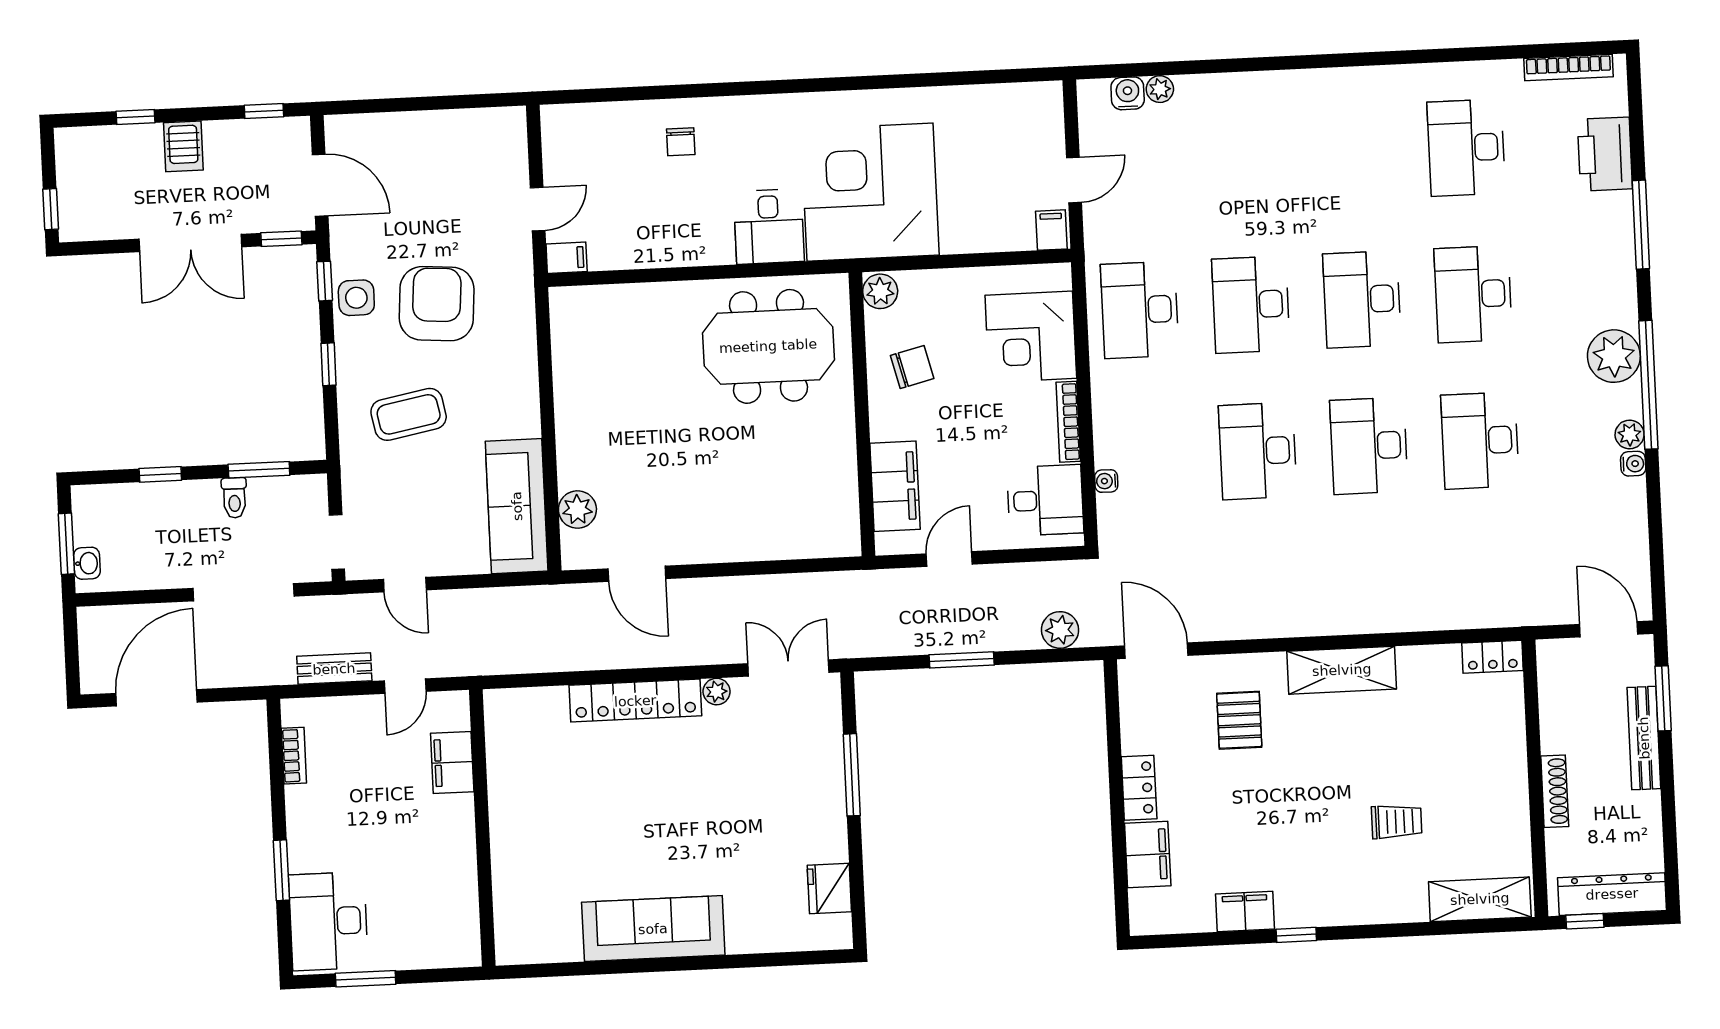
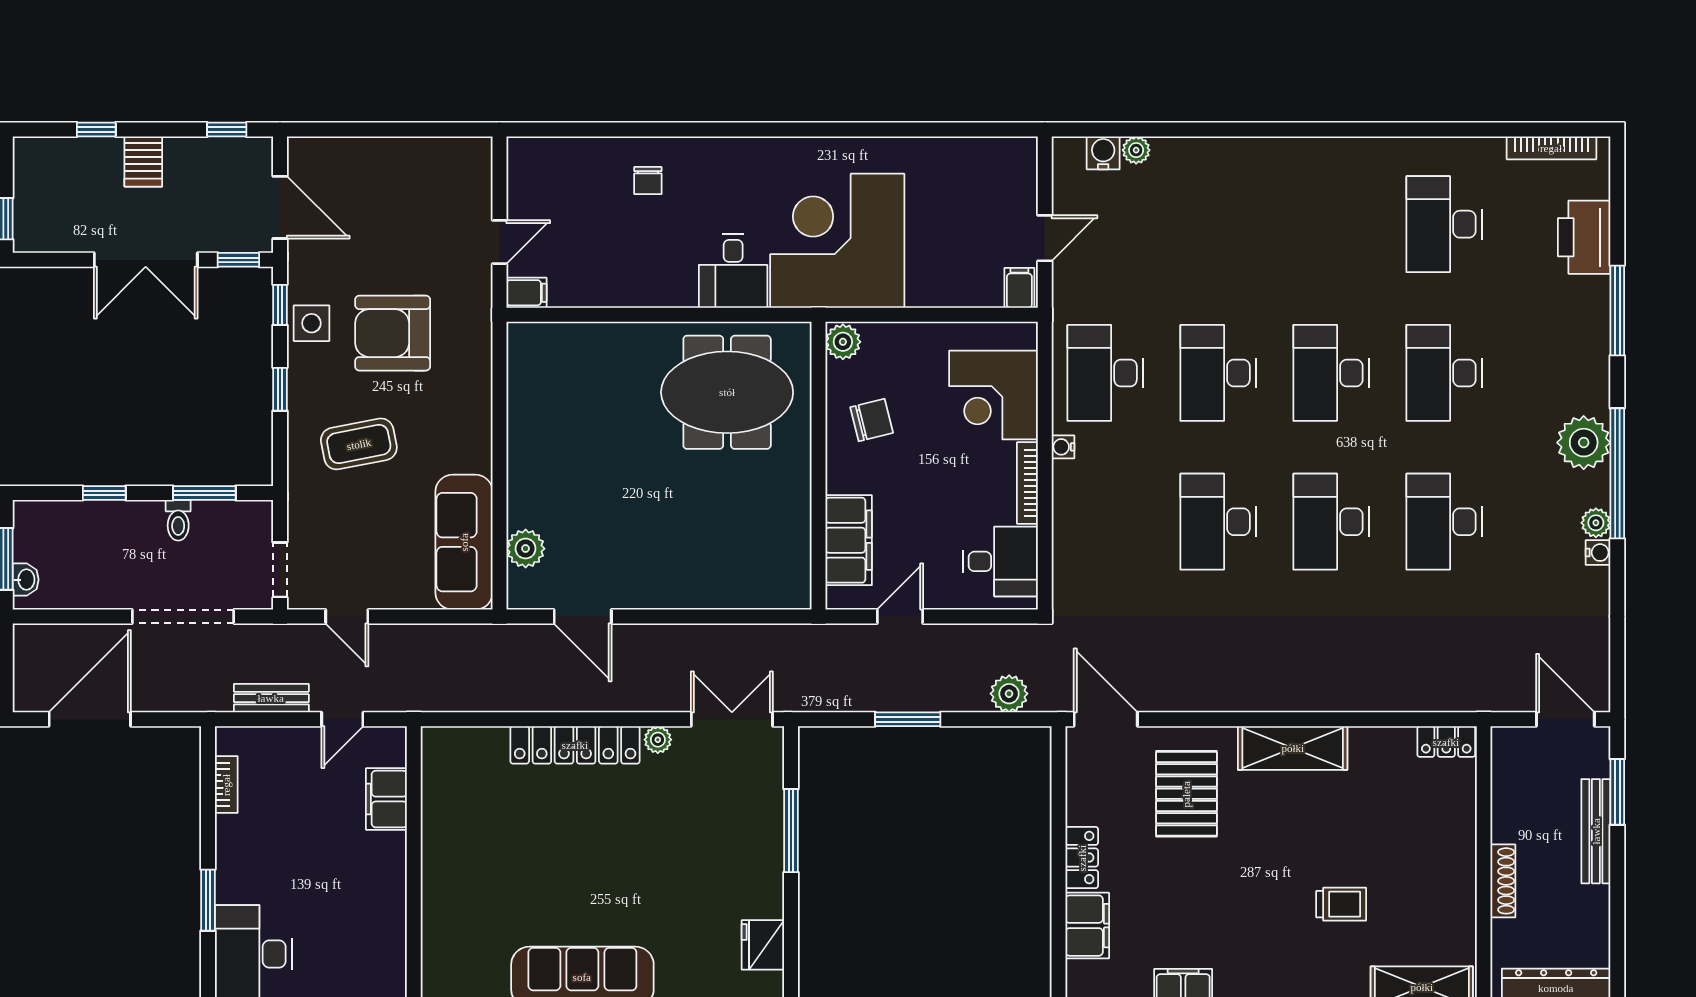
armchair: (437, 304) -> (393, 333), turned -94
water cooler: (1106, 481) -> (1063, 447), moved
pallet: (1239, 720) -> (1186, 794), width x1.50, depth x1.42

